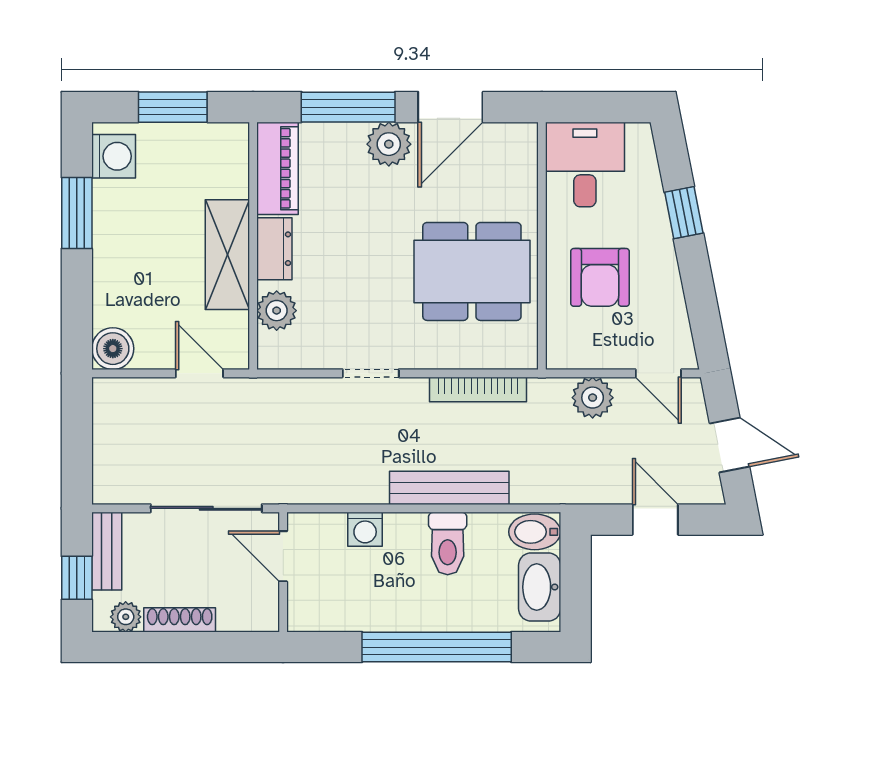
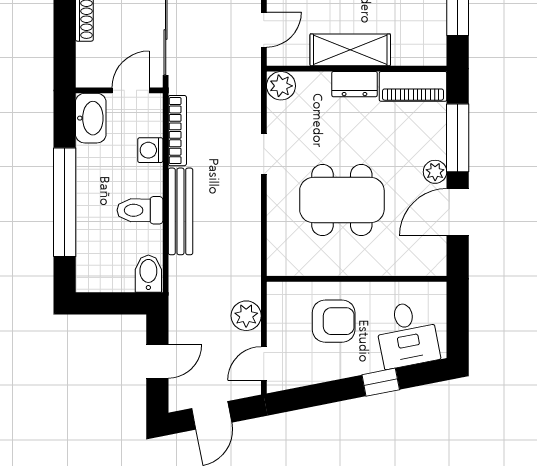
door: (450, 107) -> (458, 212), hinge flipped
plant: (389, 144) -> (435, 172), width x0.73, depth x0.73
desk: (585, 165) -> (407, 334), moved, turned 79
dining table: (472, 271) -> (342, 200), moved, turned 90
armchair: (600, 277) -> (334, 321), turned 180
plant: (277, 311) -> (281, 86), moved
bookcase: (478, 389) -> (177, 131), moved, turned 180
washbasin: (540, 587) -> (91, 118), moved, turned 90

